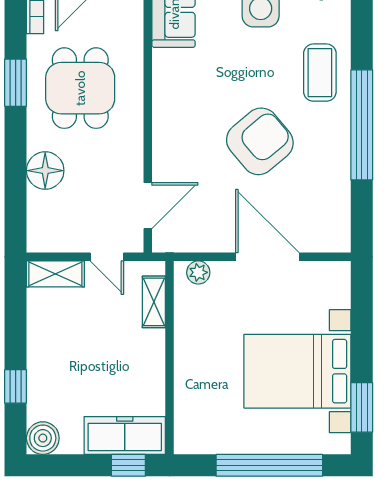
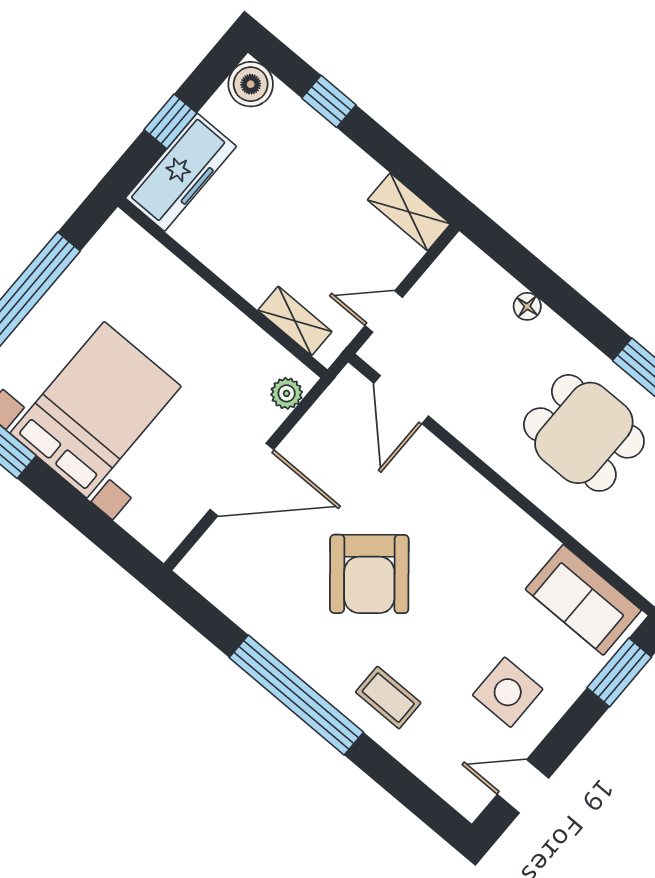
coffee table: (320, 73) -> (388, 698), width x0.73, depth x0.77
floor lamp: (45, 171) -> (527, 306), width x0.53, depth x0.53
shelving: (55, 274) -> (409, 212), moved, turned 90
window: (128, 465) -> (170, 121), moved

